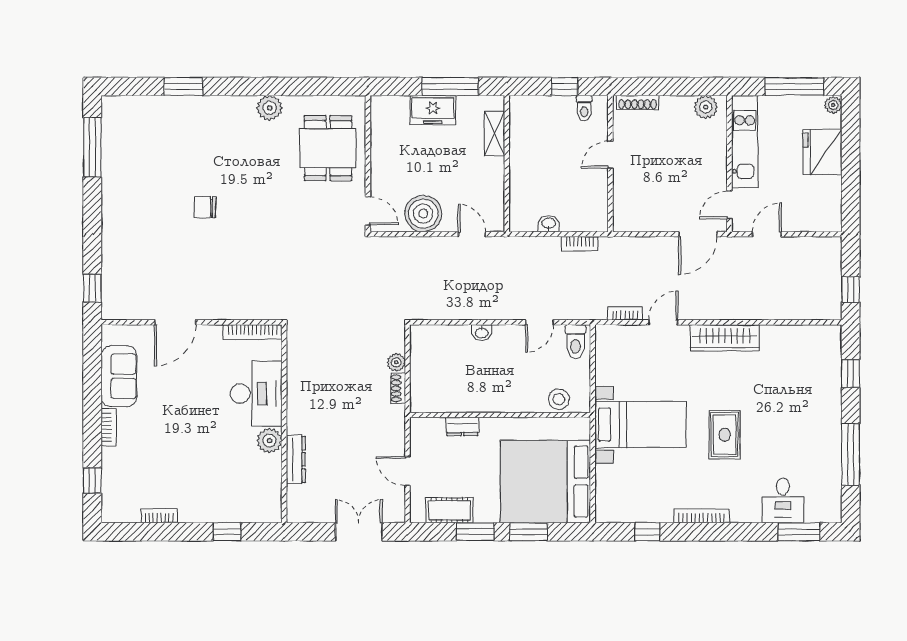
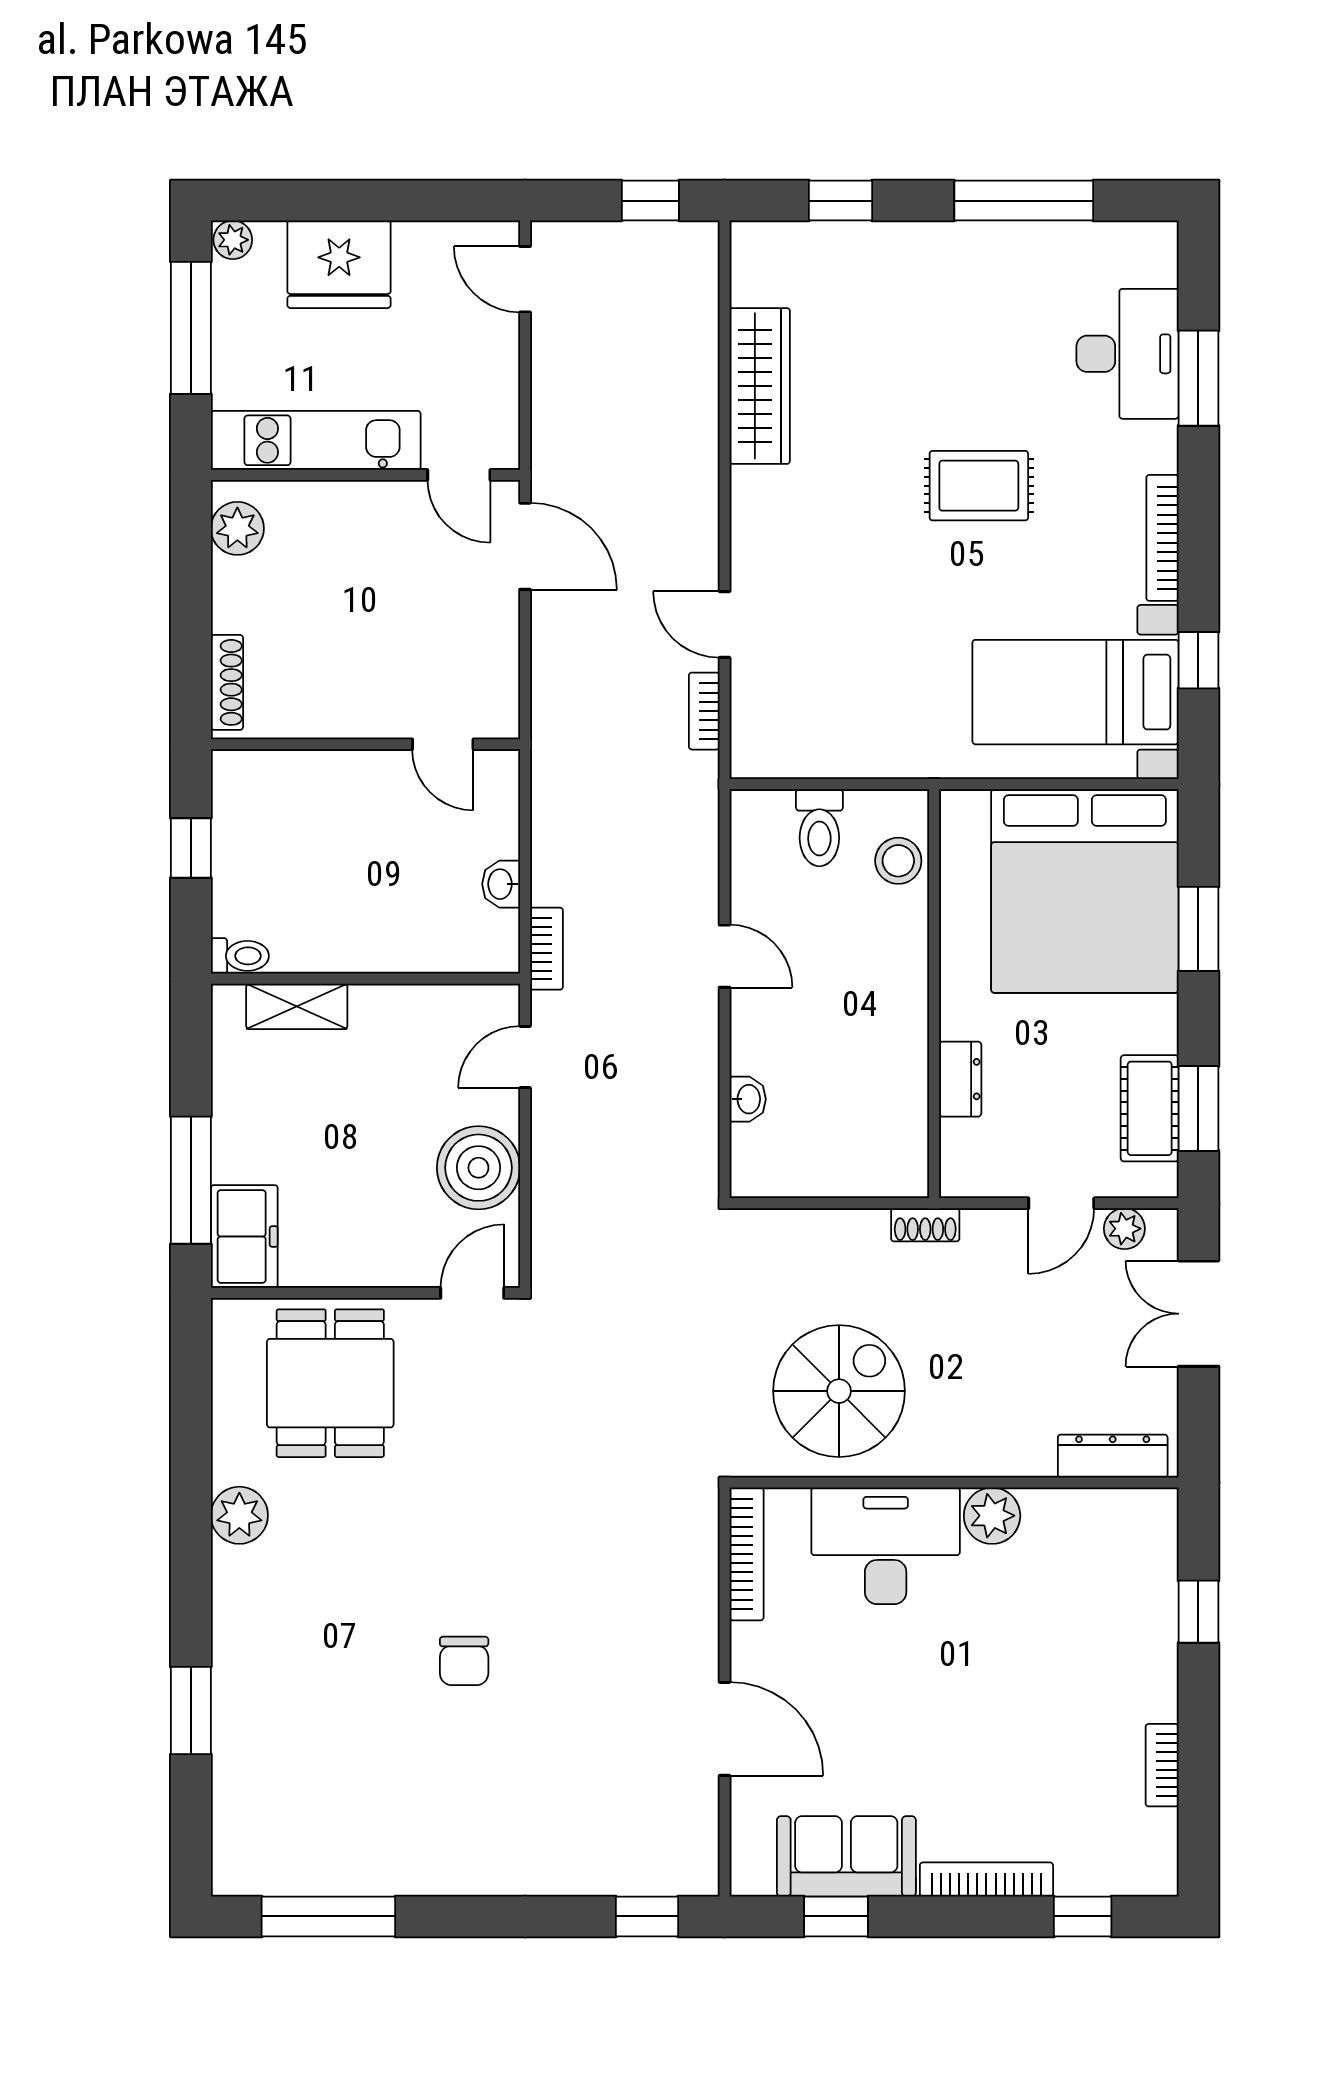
window: (450, 87) -> (191, 1180), moved
toilet: (584, 108) -> (240, 956), moved
freezer: (433, 110) -> (244, 1236), moved
dining table: (328, 148) -> (330, 1383), turned 90
door: (610, 155) -> (443, 744), moved
door: (767, 234) -> (525, 279), moved
bookcase: (580, 244) -> (547, 949), moved
door: (539, 322) -> (725, 956), moved
washbasin: (482, 333) -> (748, 1099), moved
wardrobe: (725, 338) -> (760, 386), moved
toilet: (576, 342) -> (819, 828), moved, turned 90
plant: (396, 362) -> (1124, 1229), moved
window: (92, 372) -> (836, 1916), added
spiral stairs: (324, 373) -> (839, 1391), added
shoe rack: (398, 388) -> (925, 1225), moved
bed with nightstands: (640, 425) -> (1075, 692), moved, turned -90
bookcase: (109, 427) -> (986, 1879), width x1.56
dresser: (296, 459) -> (1113, 1456), moved
desk: (783, 500) -> (1127, 354), width x1.37
window: (475, 532) -> (1198, 1108), moved
window: (799, 532) -> (1198, 378), moved

